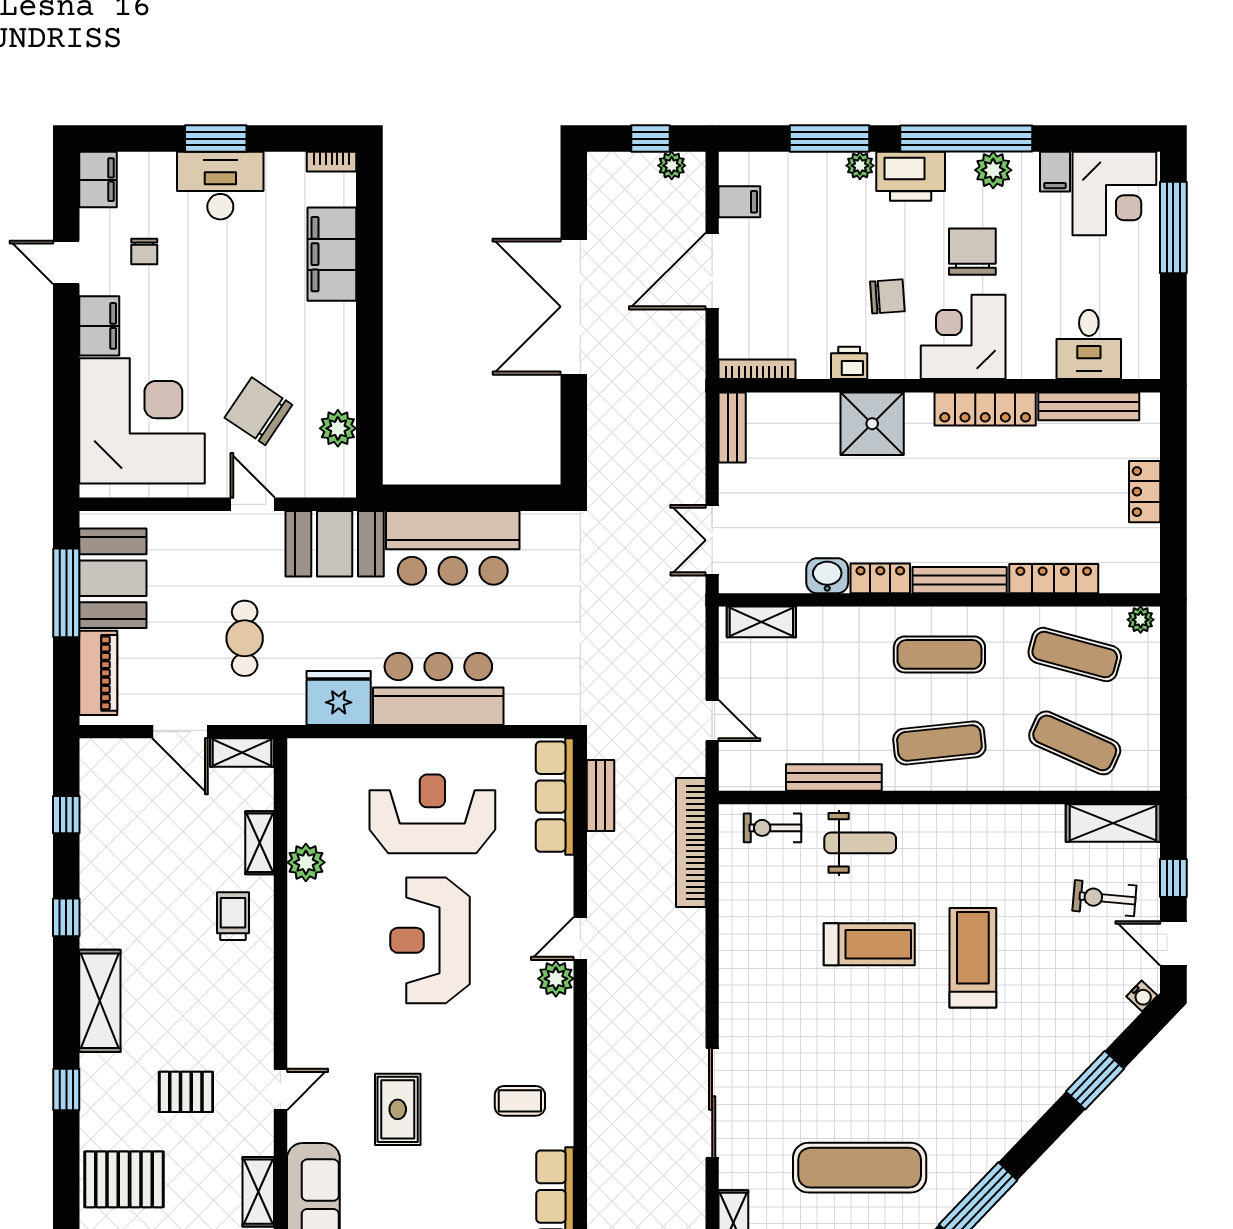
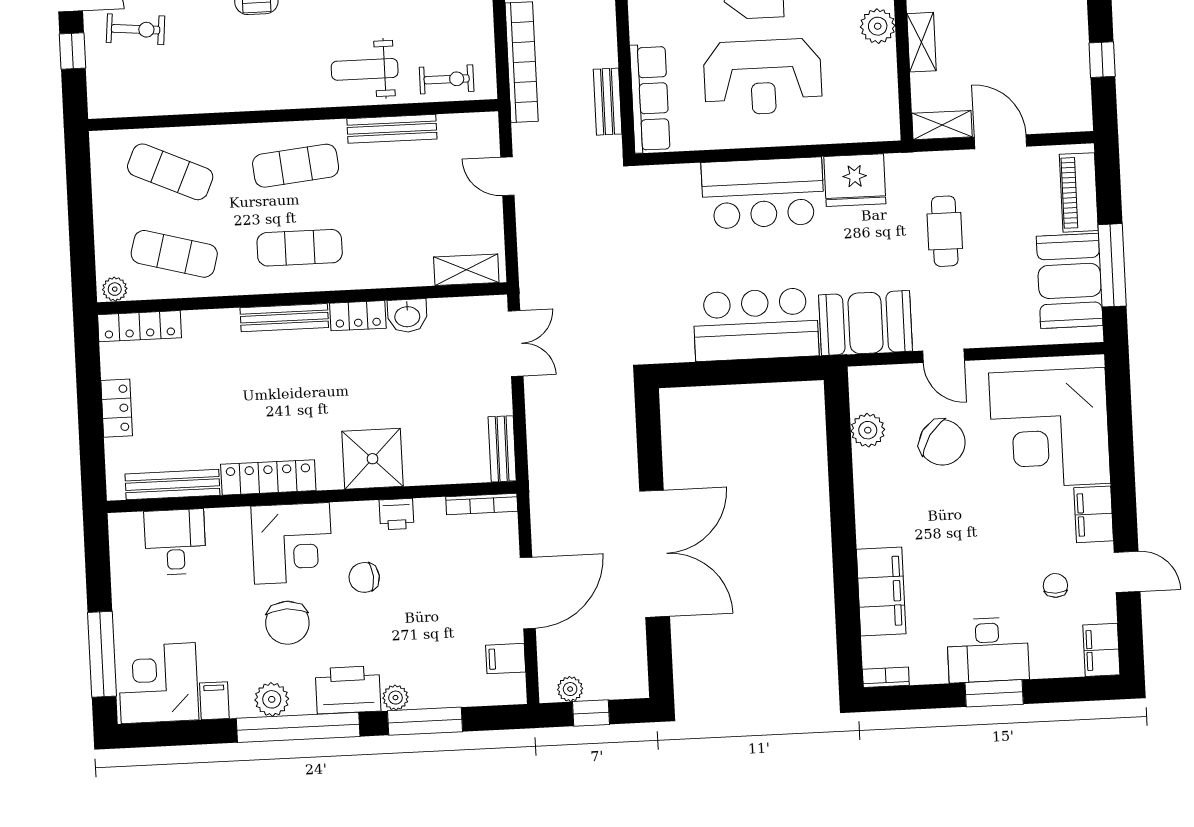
locker: (1054, 579) -> (140, 326), moved
shelving: (1113, 823) -> (131, 99), removed

